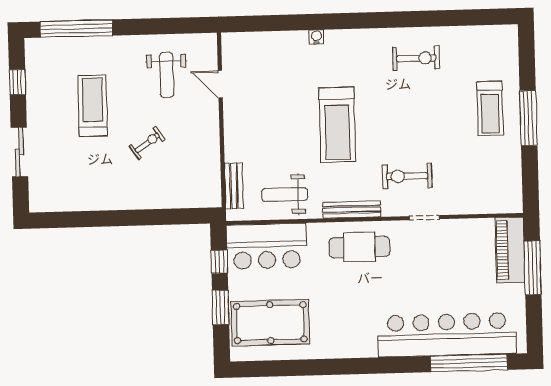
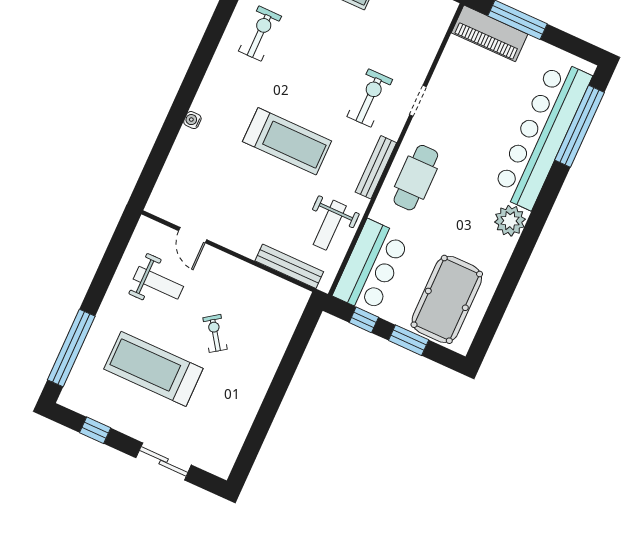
door: (220, 84) -> (193, 235), hinge flipped
treadmill: (93, 106) -> (153, 369), width x1.37, depth x1.38
exercise bike: (407, 176) -> (370, 98), turned 180
bench: (234, 186) -> (289, 266), width x1.36
plant: (362, 343) -> (510, 221), added

